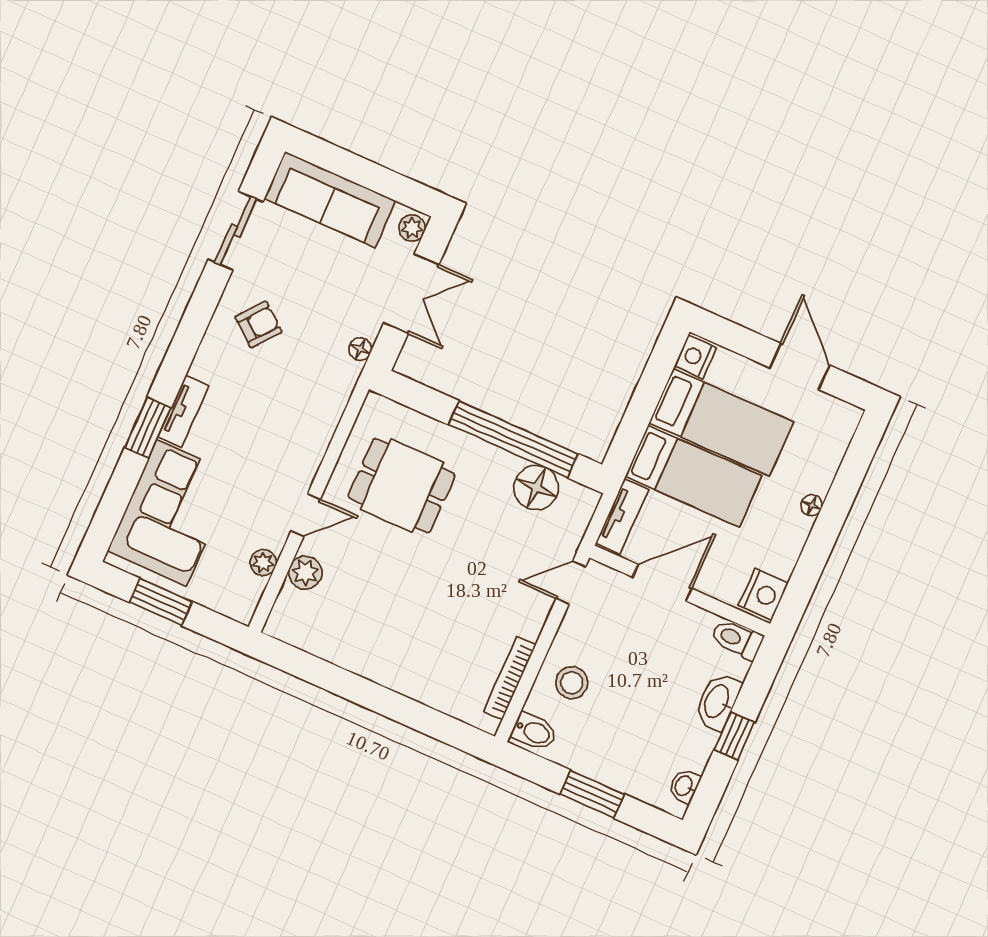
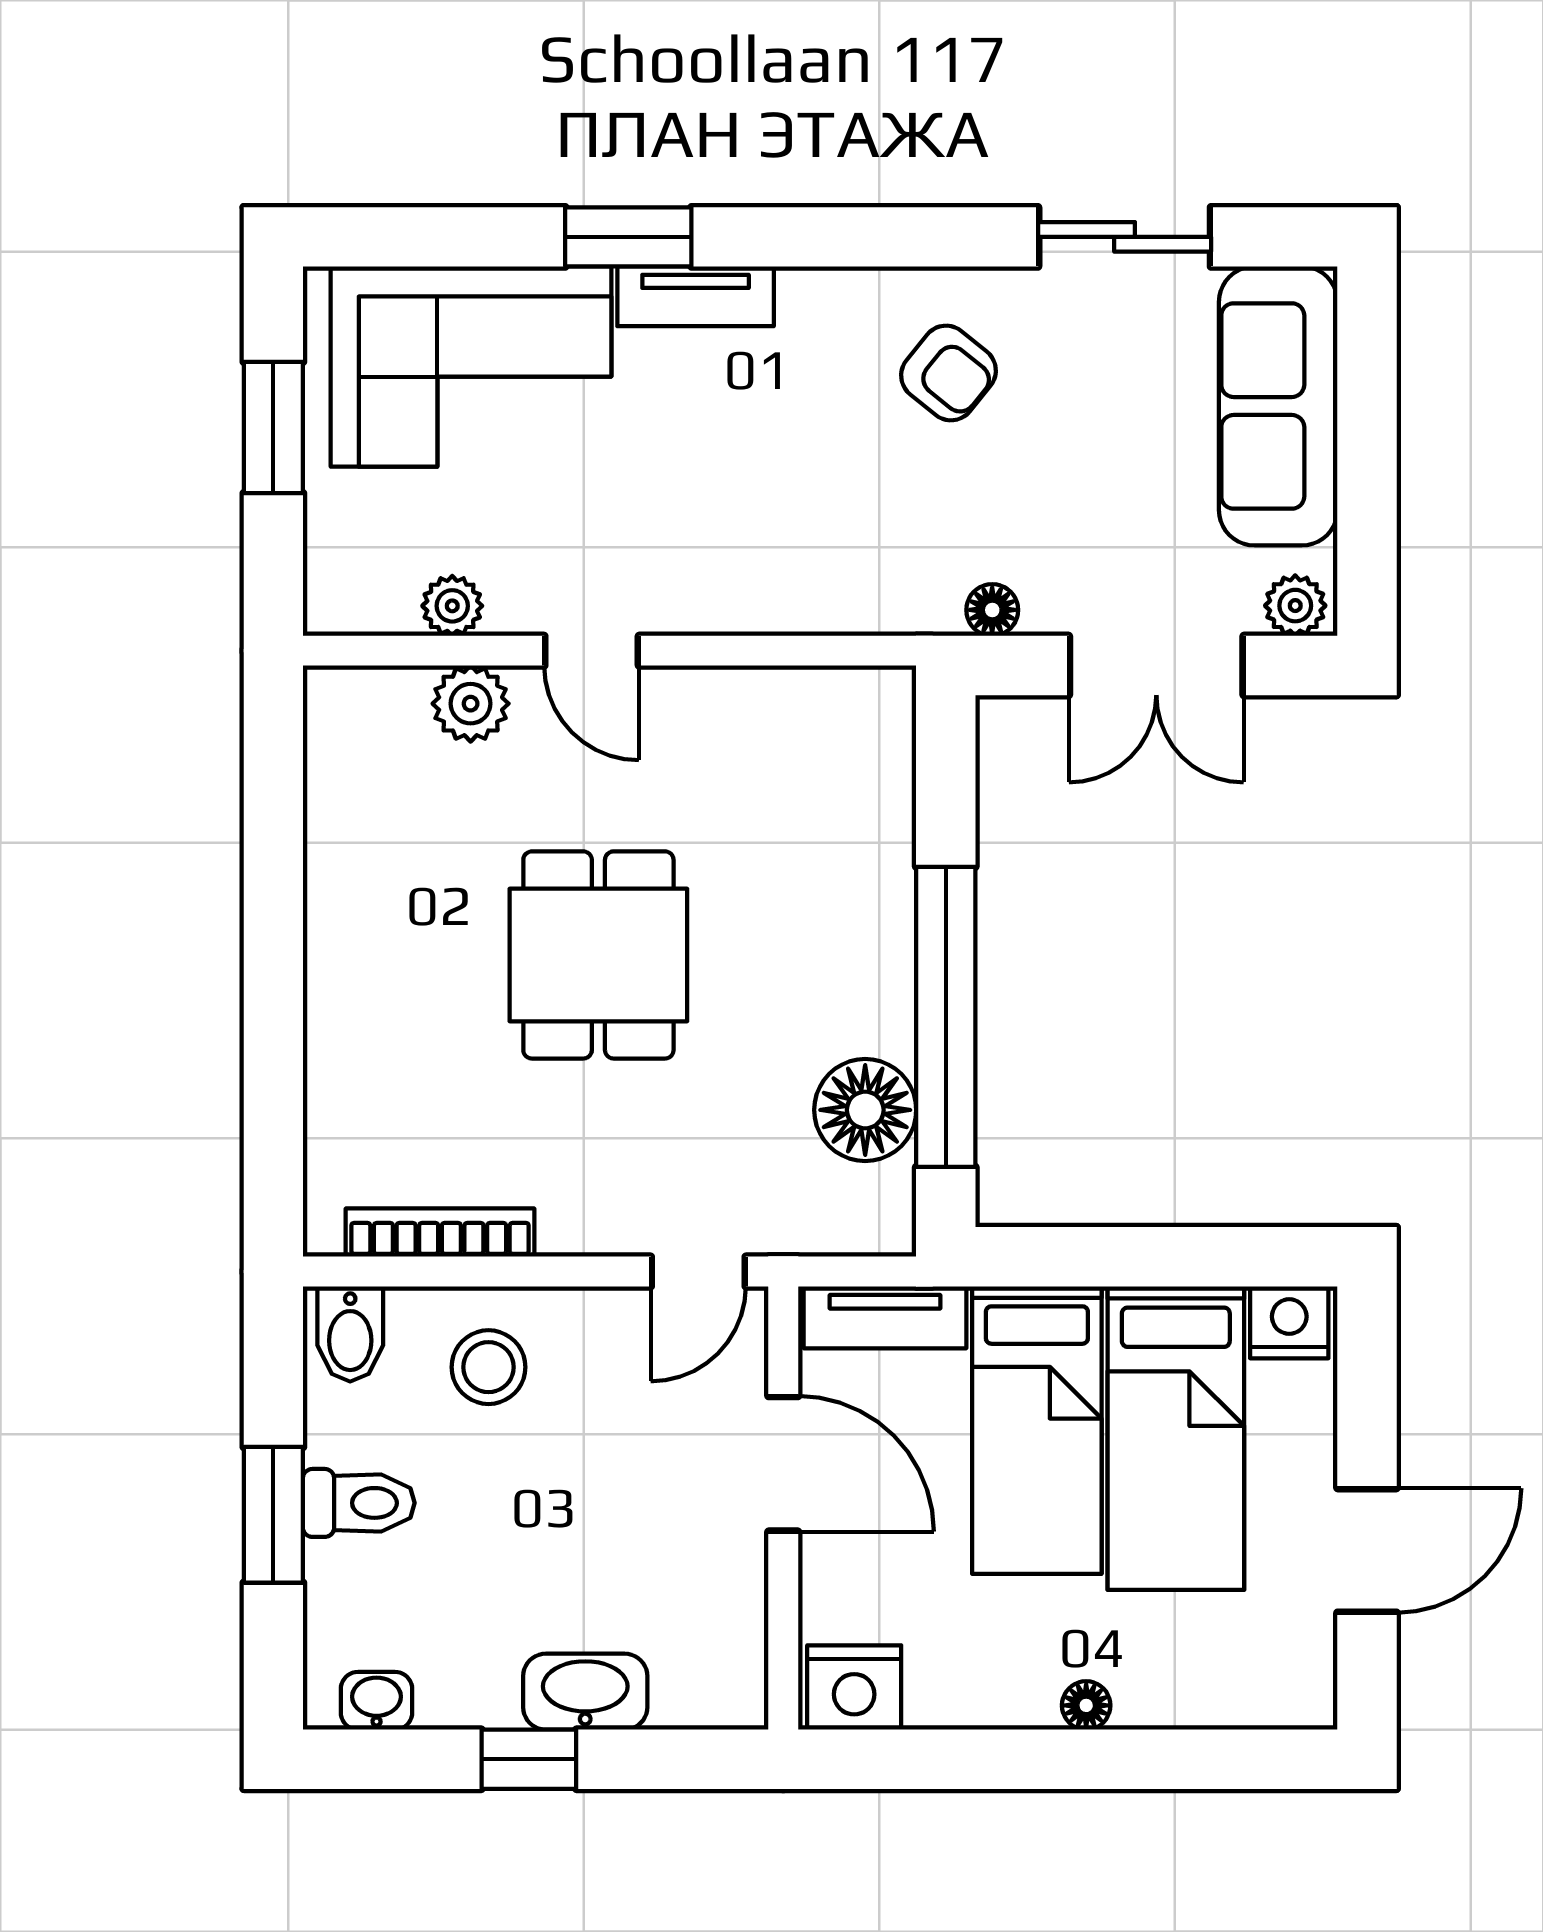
dining table: (402, 486) -> (598, 955), moved
door: (571, 583) -> (698, 1271), swing flipped
toilet: (737, 639) -> (359, 1503), moved, turned 90

